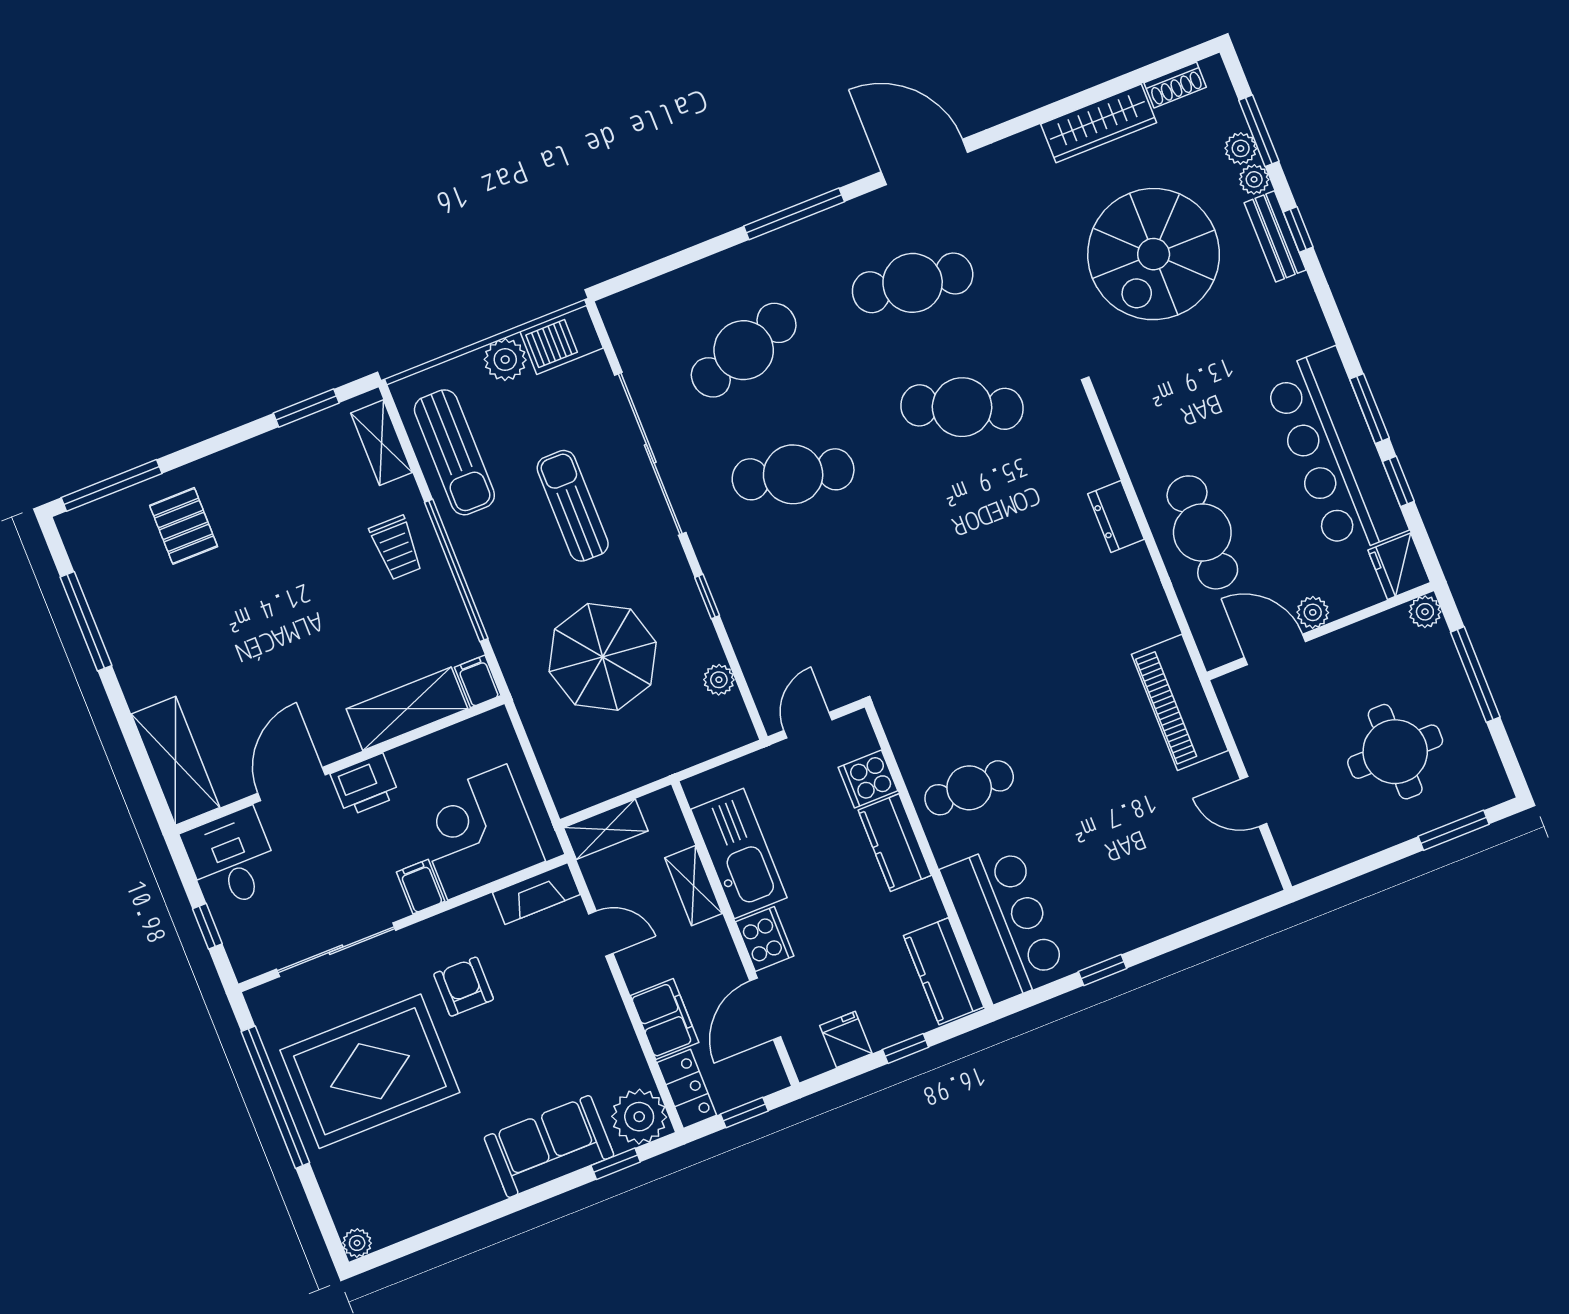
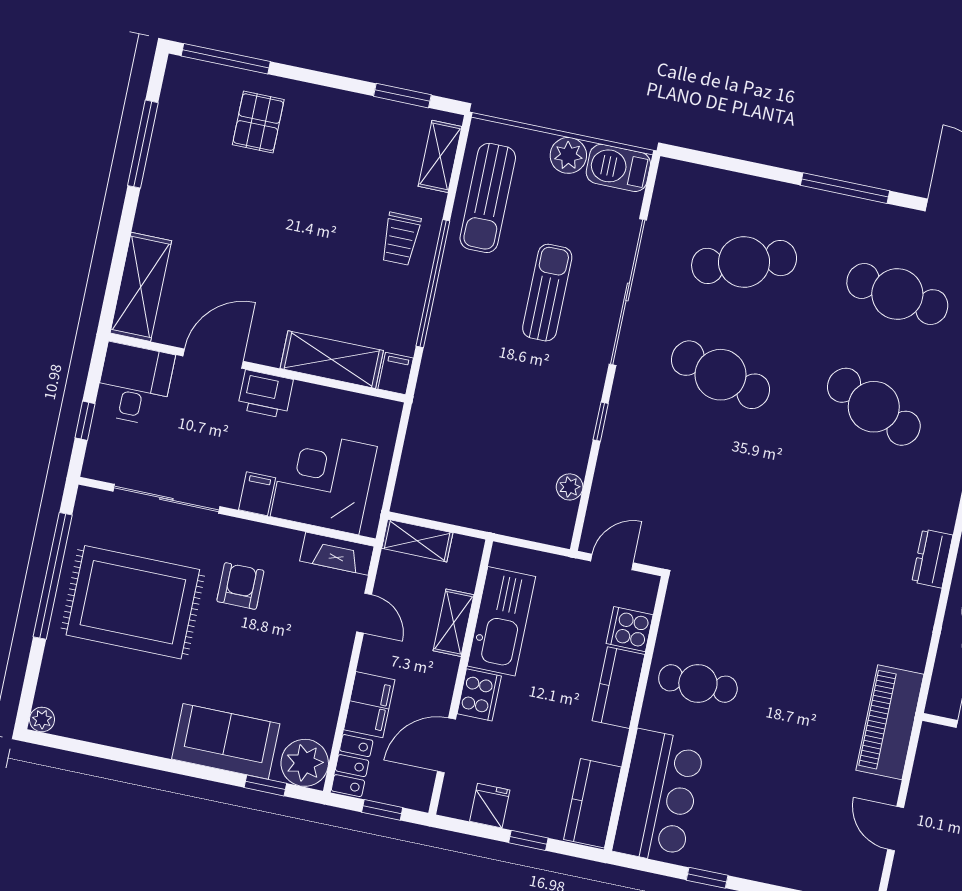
parasol: (603, 657) -> (497, 415), removed

